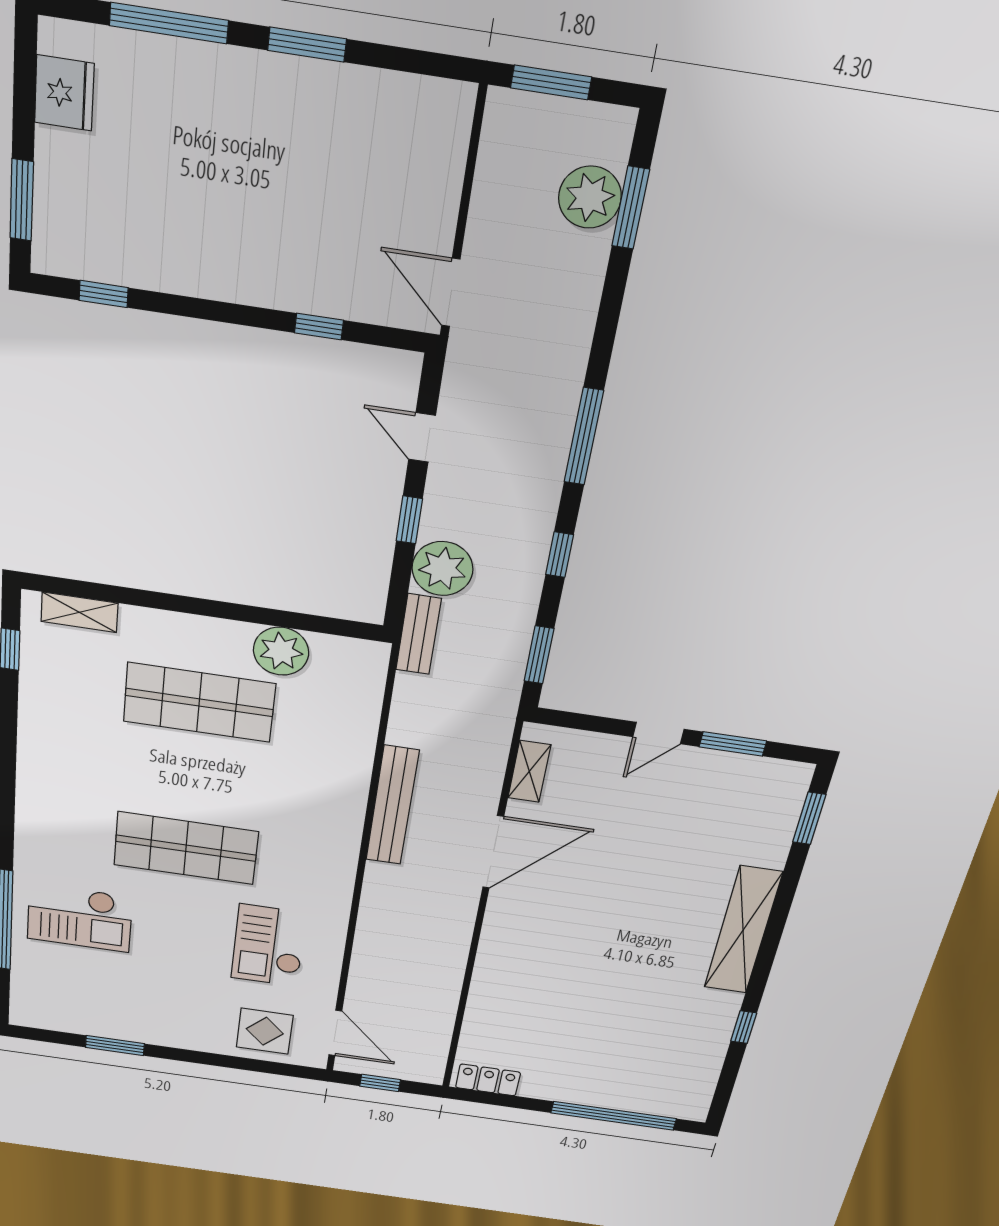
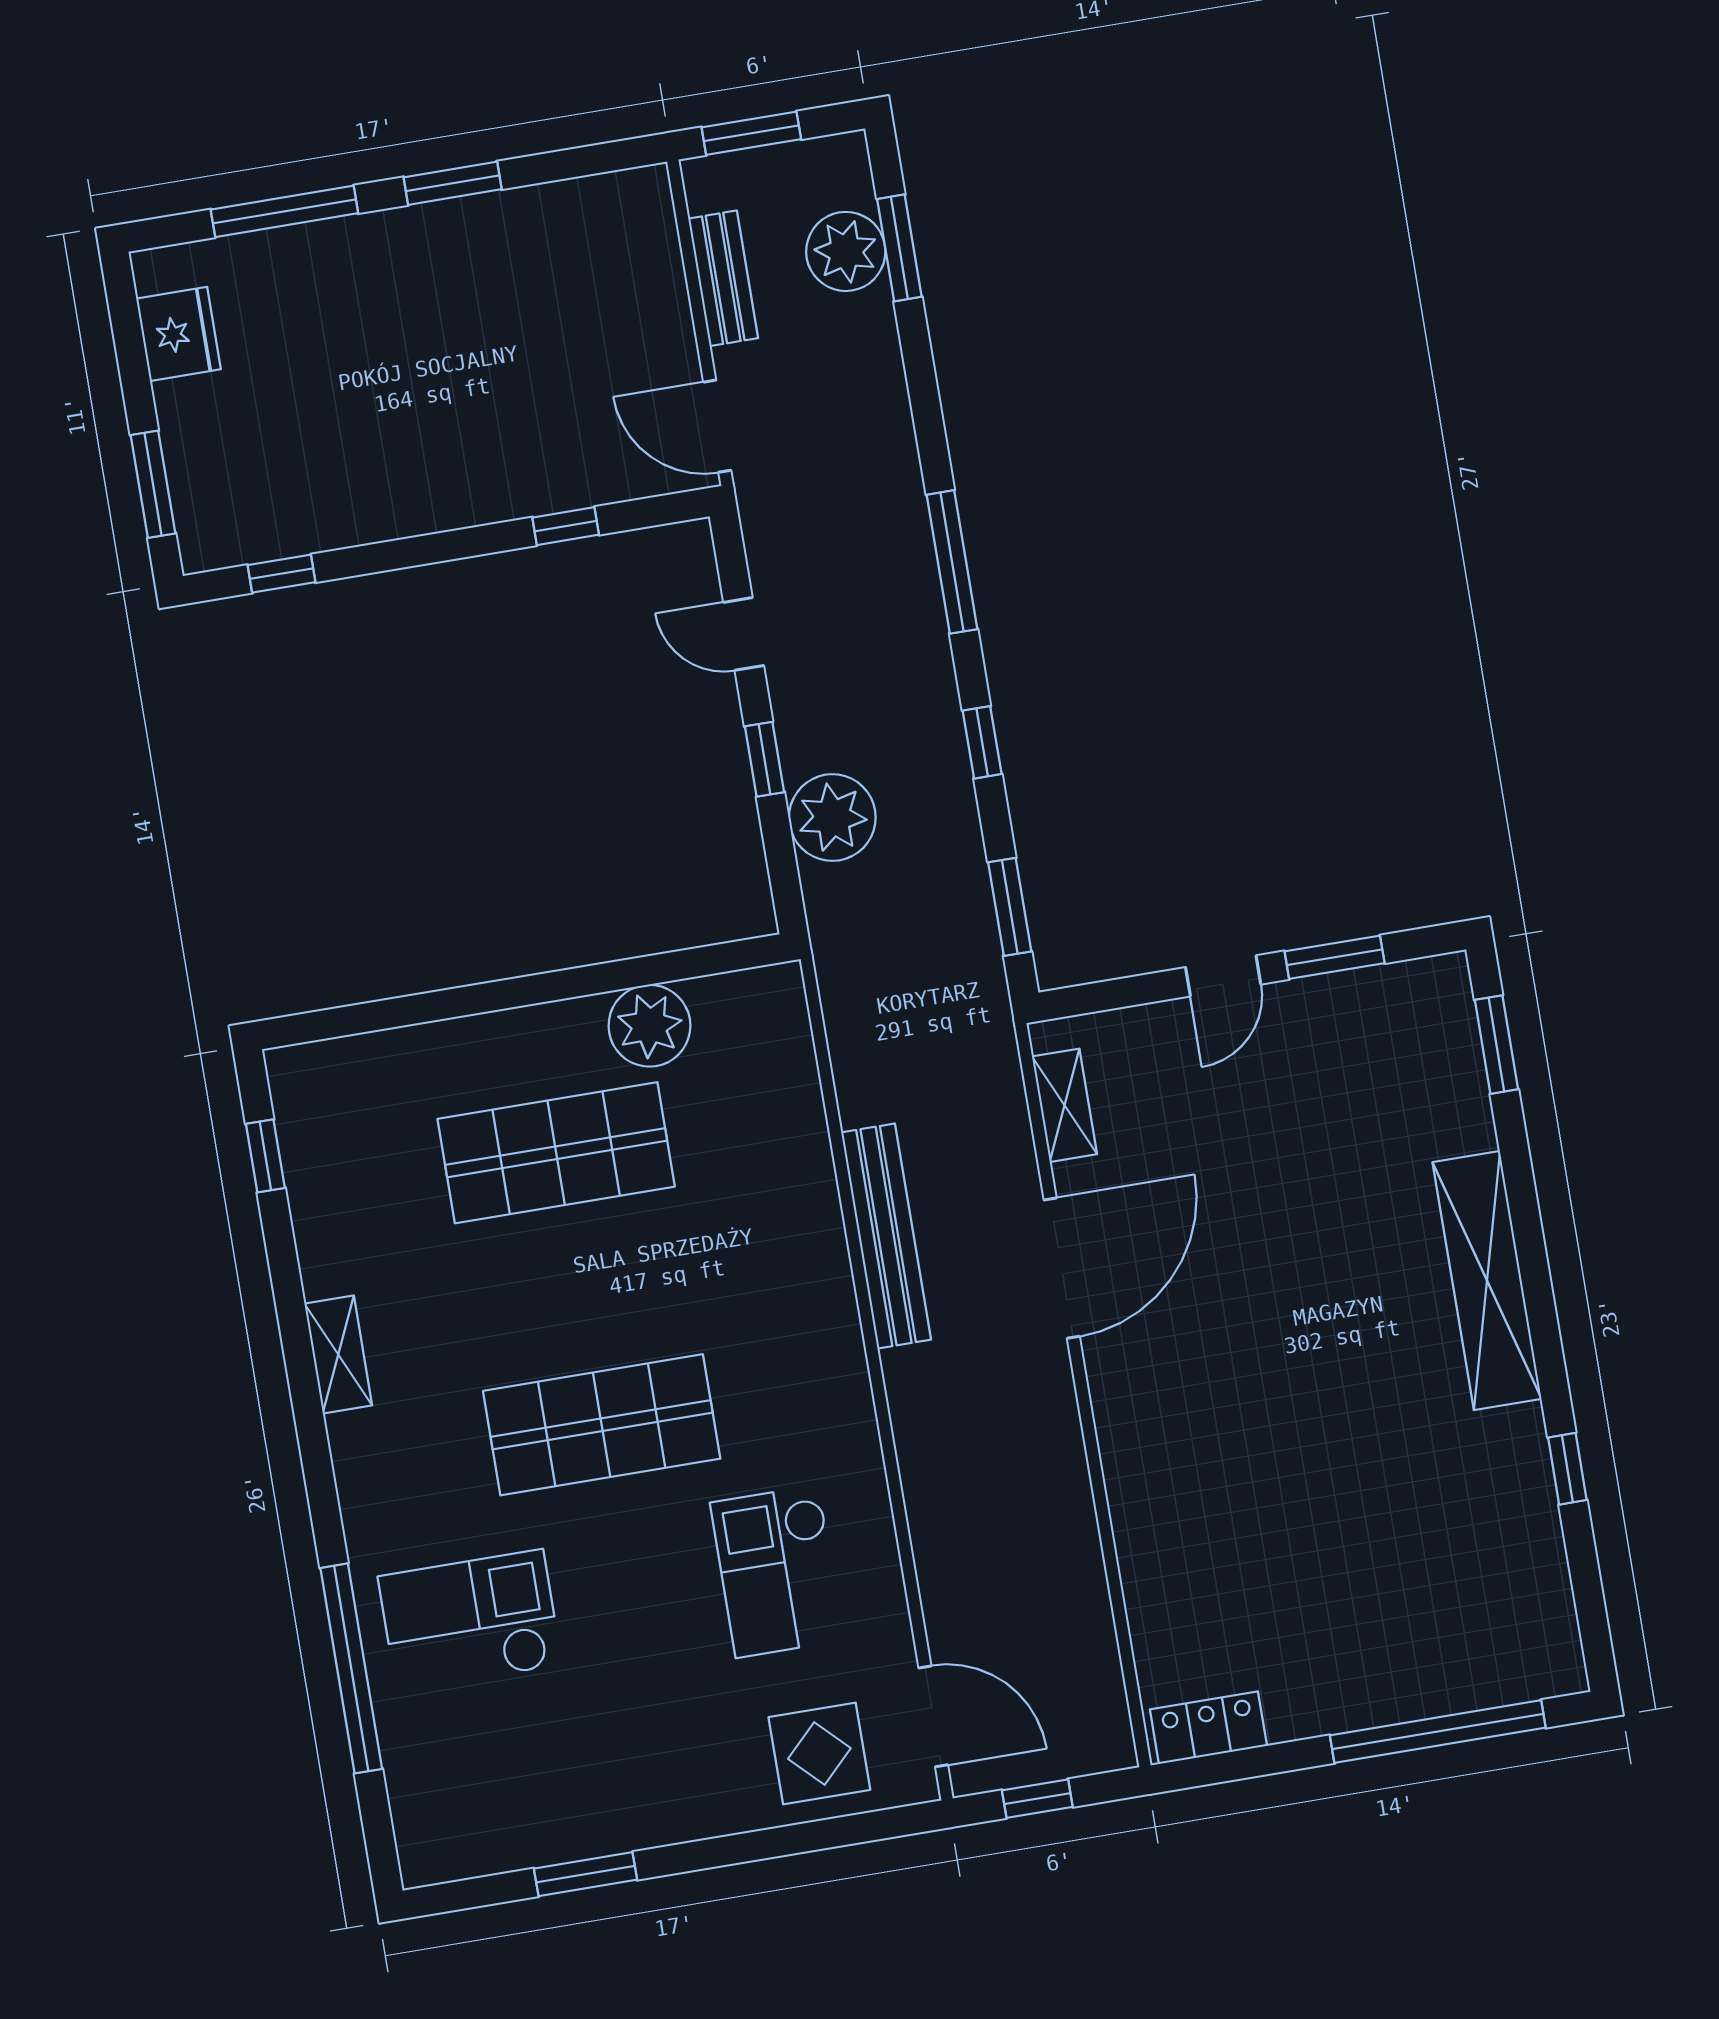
shelving: (79, 612) -> (338, 1354), moved, turned 90
bench: (419, 634) -> (723, 278), moved
checkout: (80, 918) -> (470, 1621), turned 180

